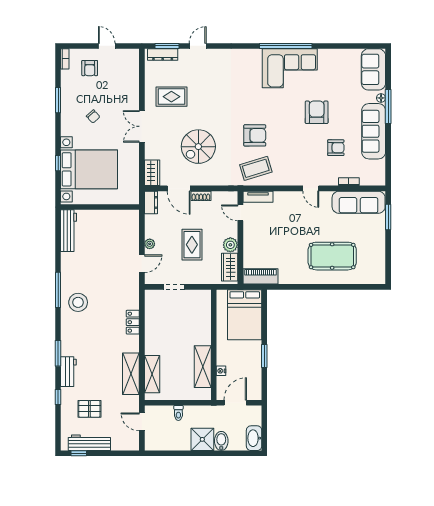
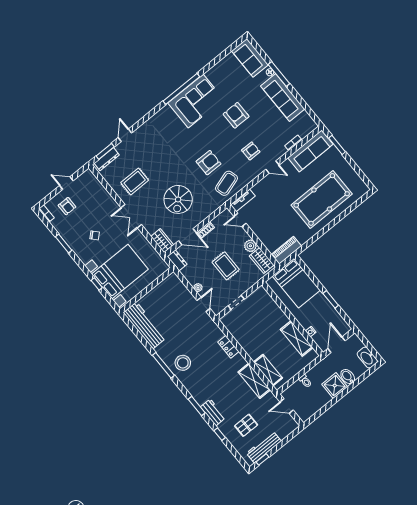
armchair: (336, 148) -> (251, 151), moved
workbench: (69, 231) -> (145, 325), width x1.36, depth x1.32
pool table: (332, 256) -> (322, 199), width x1.36, depth x1.32

